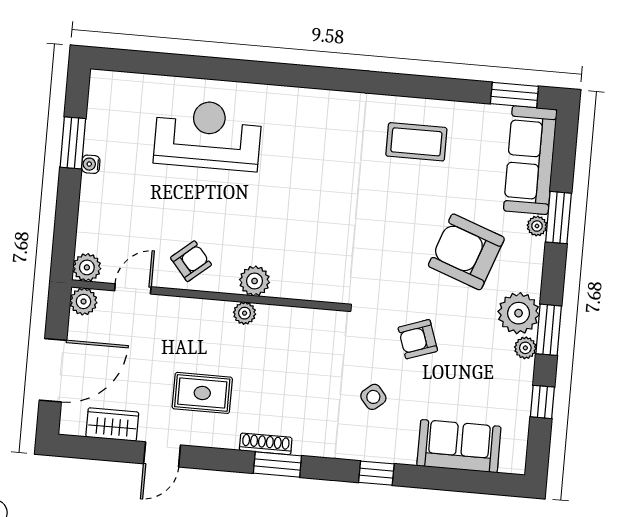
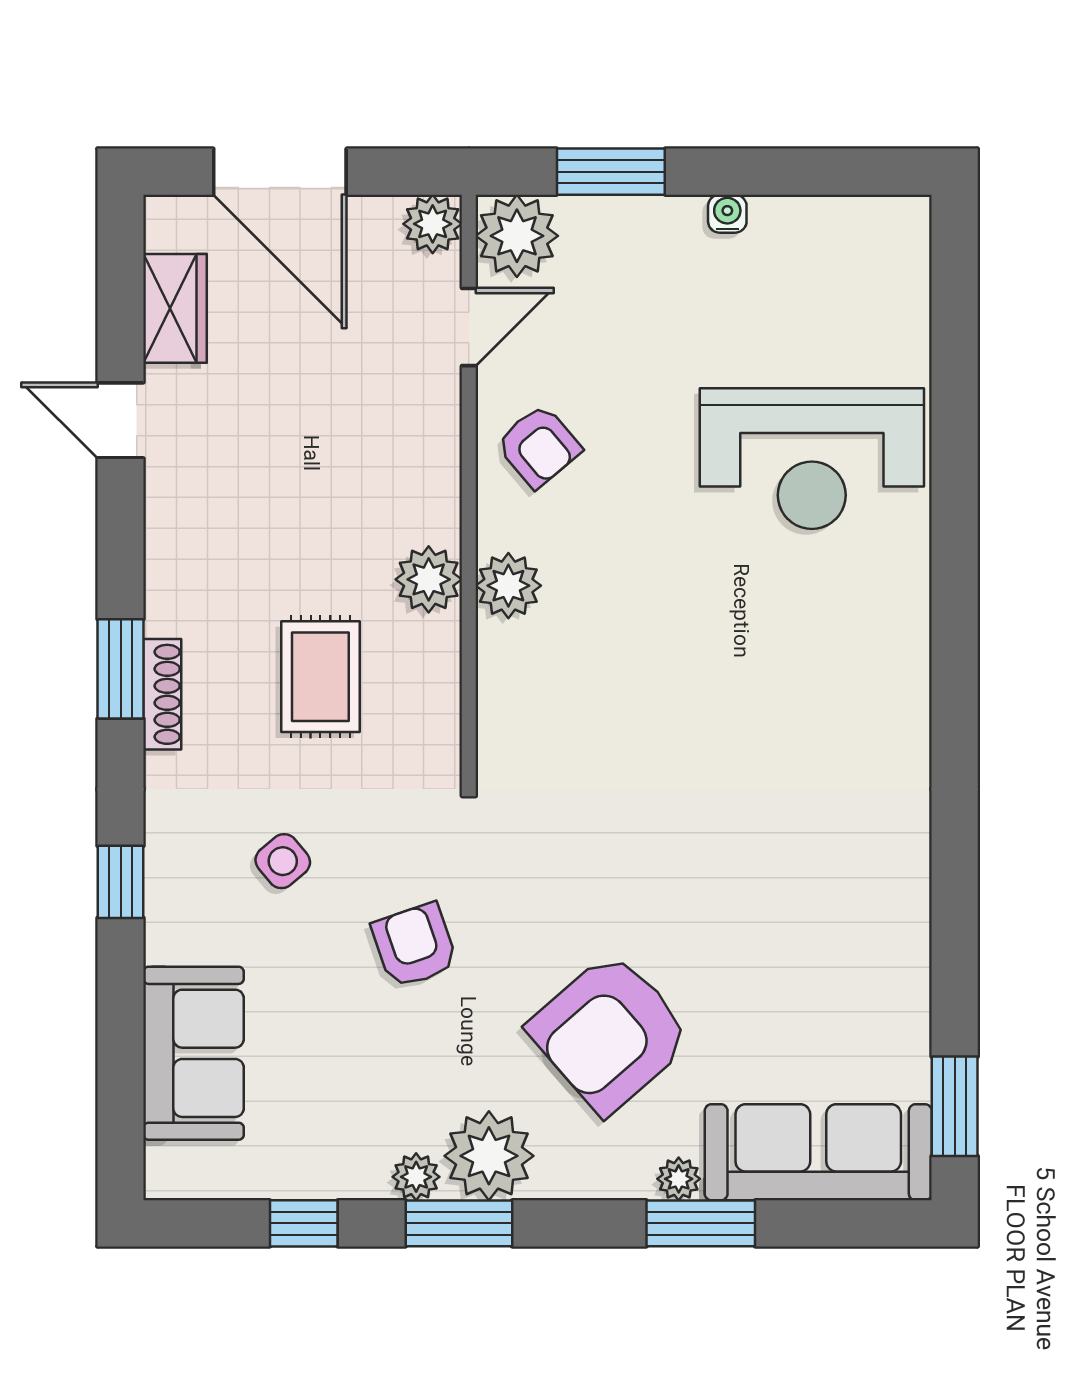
reception desk: (208, 135) -> (812, 459), turned 90
coffee table: (416, 142) -> (836, 906), removed
window: (73, 143) -> (611, 172), moved
armchair: (466, 252) -> (610, 1033), turned -151
plant: (87, 267) -> (517, 236), width x1.36, depth x1.36
door: (133, 289) -> (469, 327), hinge flipped
plant: (245, 313) -> (429, 579), width x1.38, depth x1.38
rug: (202, 393) -> (320, 677), moved
shoe rack: (266, 444) -> (162, 694), moved

